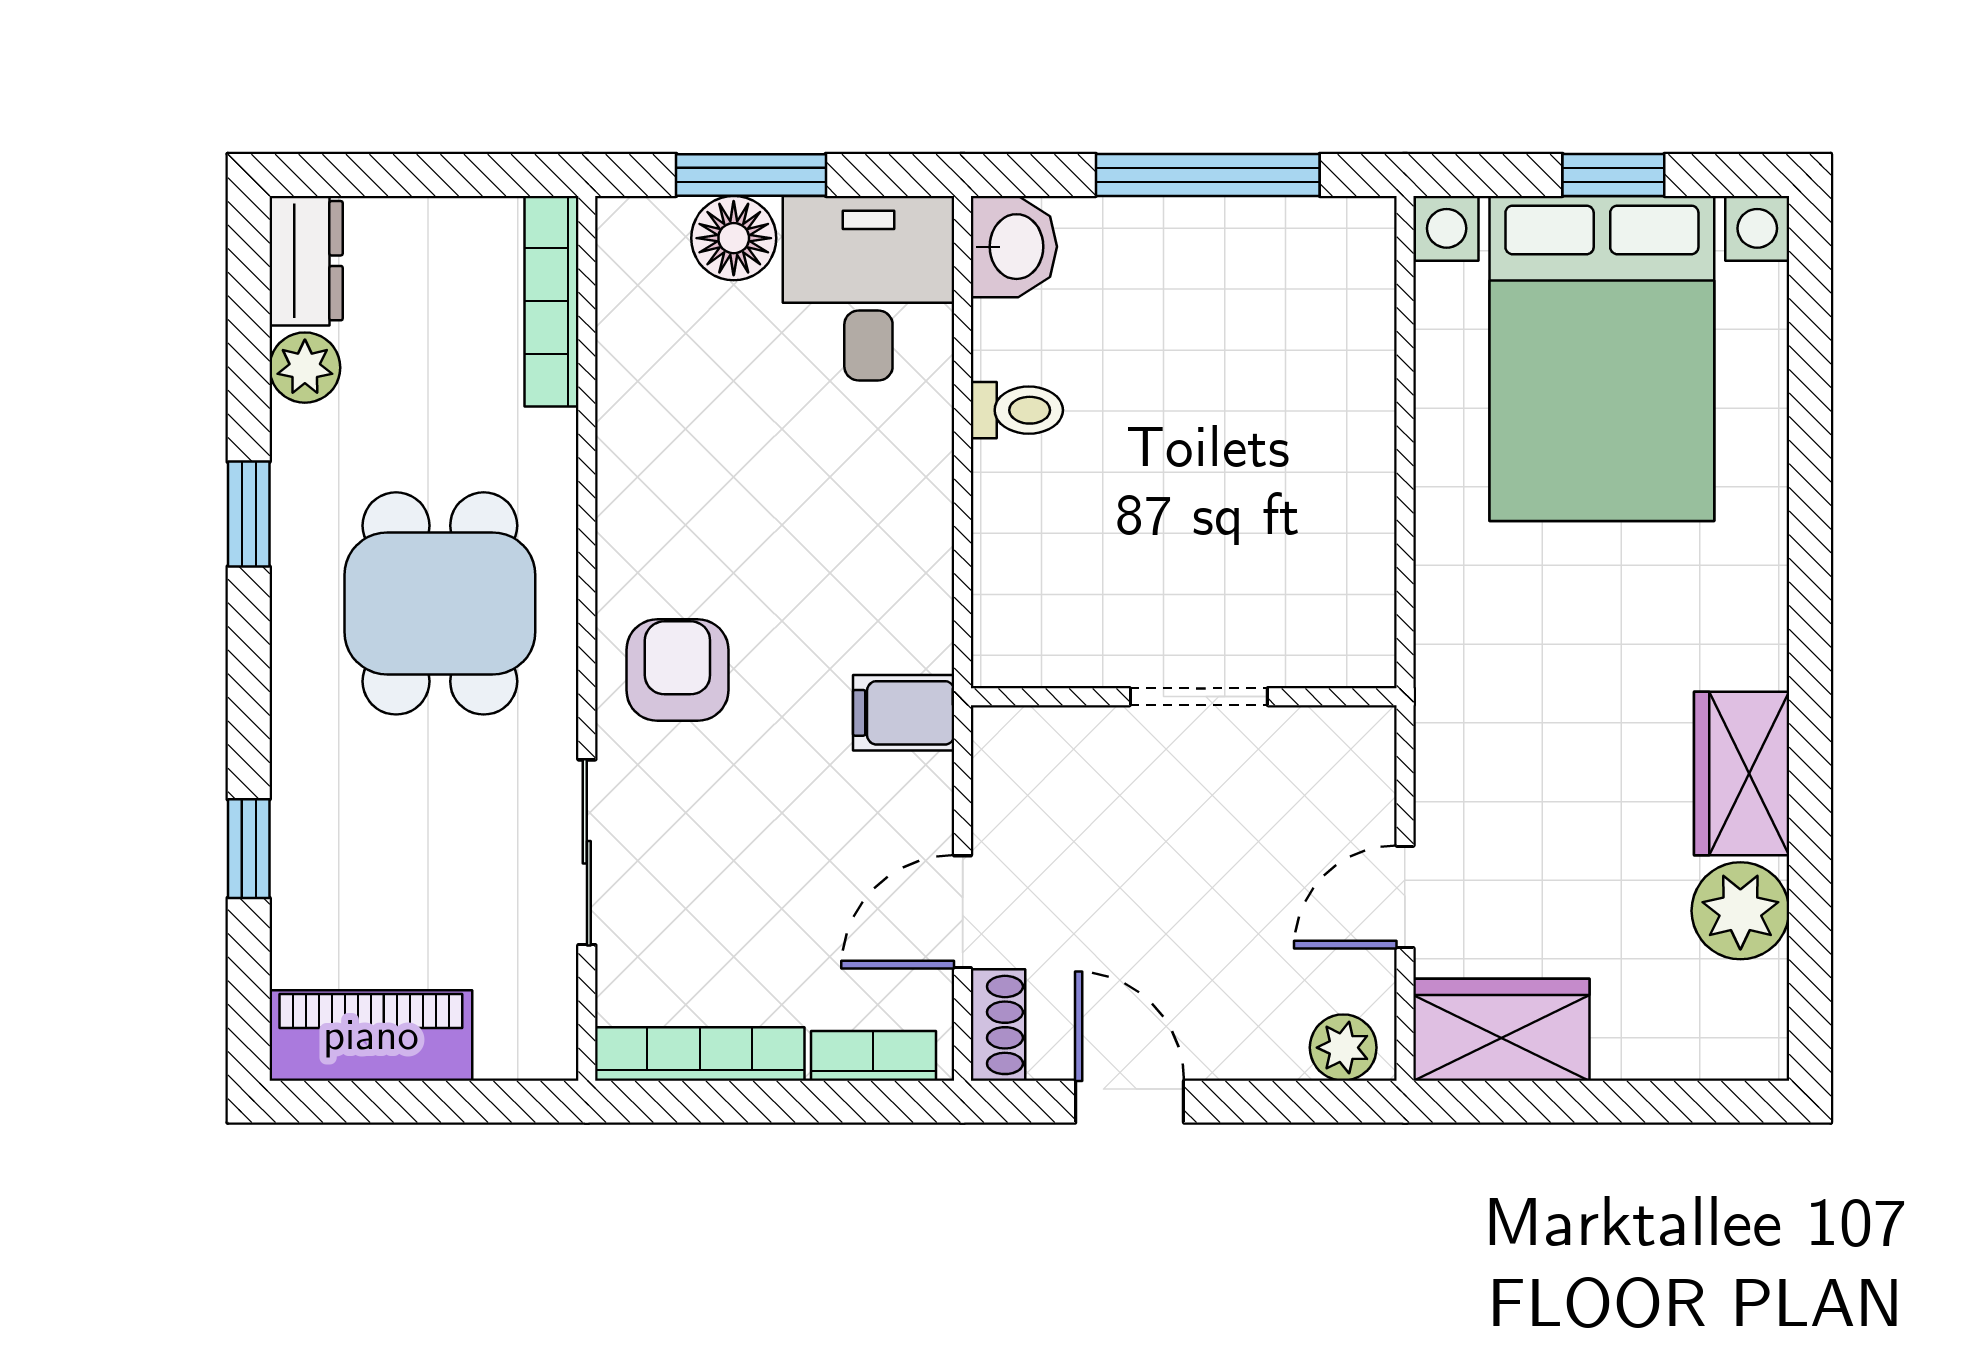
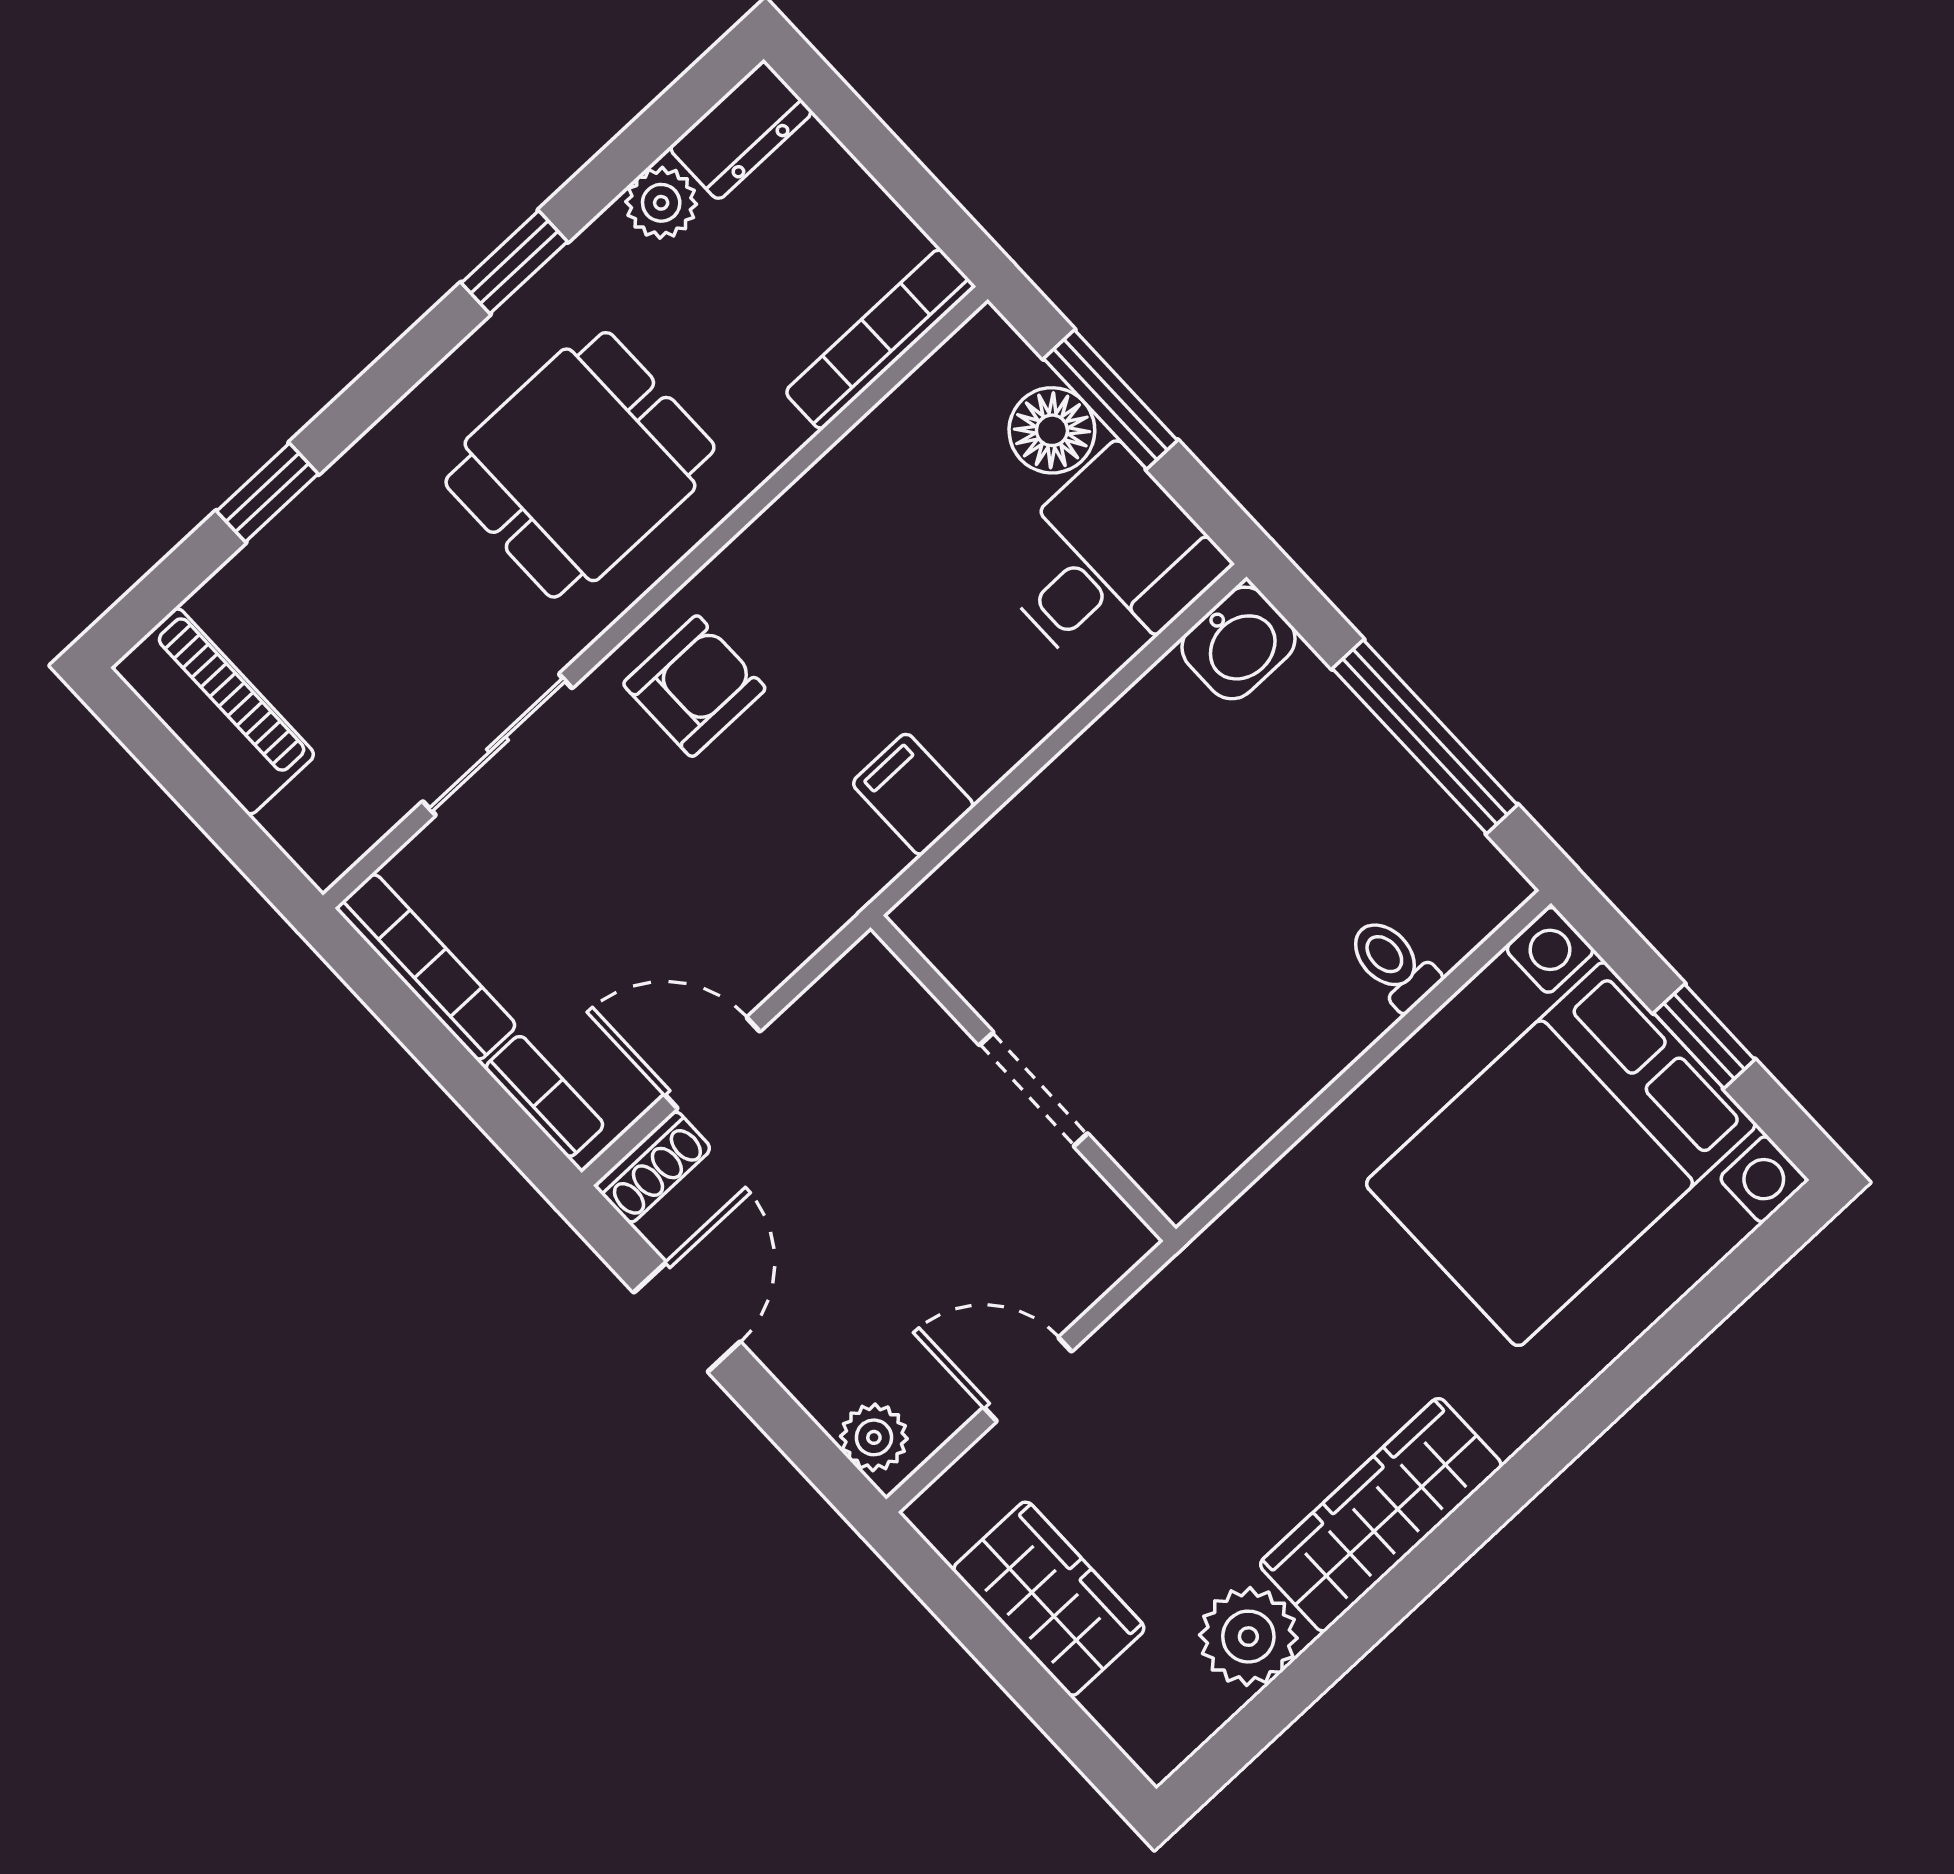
toilet: (1017, 410) -> (1393, 964), moved, turned 180
filing cabinet: (904, 713) -> (913, 794), moved
wardrobe: (1742, 774) -> (1381, 1515), width x1.50
wardrobe: (1501, 1030) -> (1049, 1599), moved

